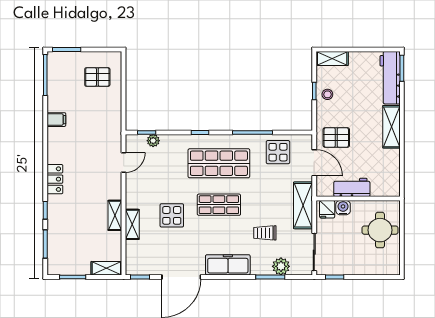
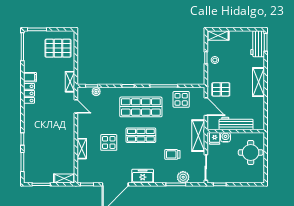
pallet: (97, 77) -> (58, 48), width x1.50, depth x1.42
workbench: (390, 78) -> (258, 44), width x0.73
door: (124, 163) -> (76, 106), hinge flipped
locker: (55, 179) -> (29, 93), moved
workbench: (352, 187) -> (236, 123), width x1.37
shelving: (115, 215) -> (70, 82), moved
freezer: (228, 265) -> (143, 176), width x0.71

